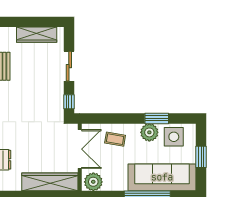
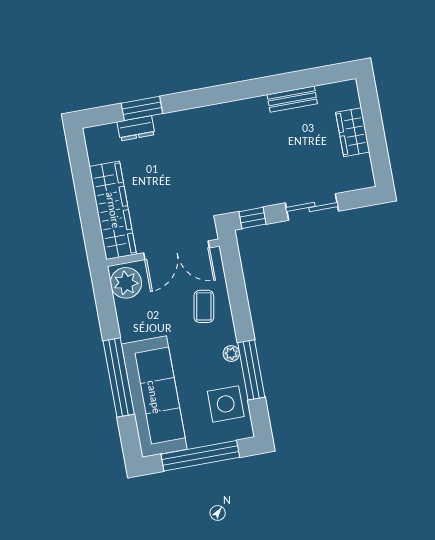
wardrobe: (37, 35) -> (353, 132), width x0.67
window: (157, 118) -> (251, 370), width x1.44
plant: (149, 132) -> (231, 354), width x0.53, depth x0.53
window: (201, 157) -> (200, 456), width x2.11

